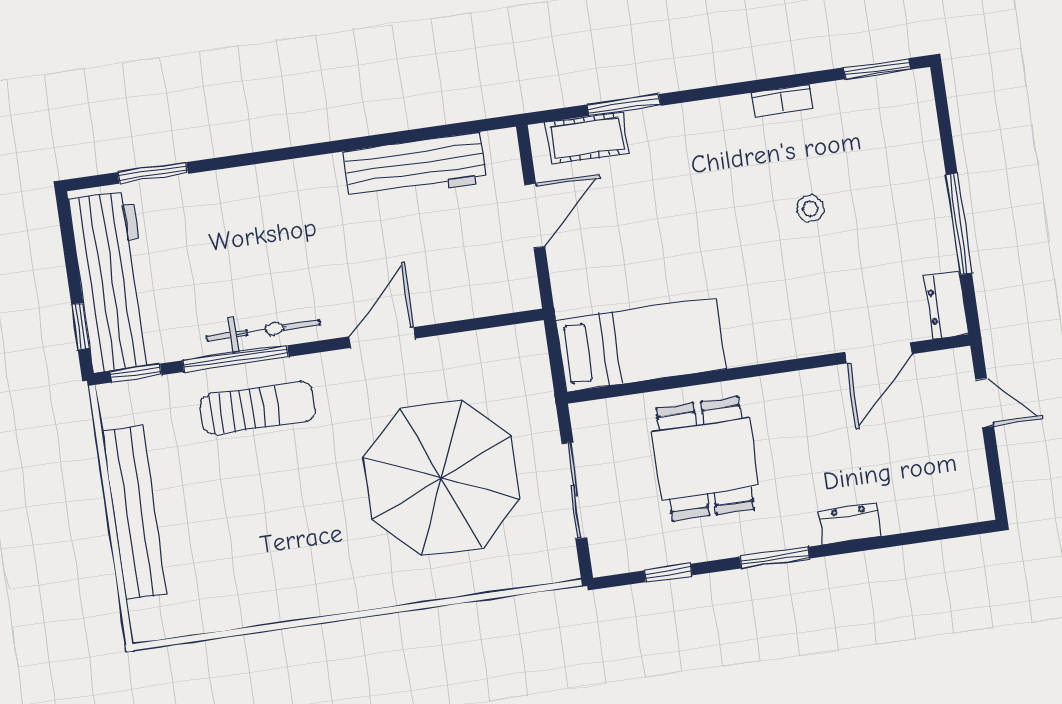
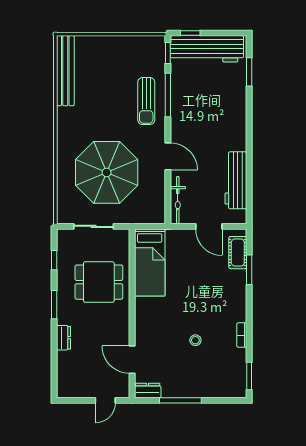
bicycle: (263, 330) -> (178, 200), moved
bench: (134, 513) -> (65, 71), moved, turned 90

